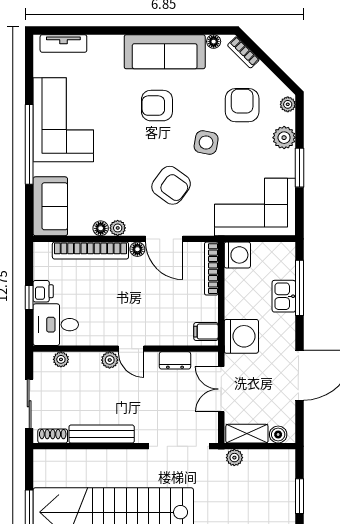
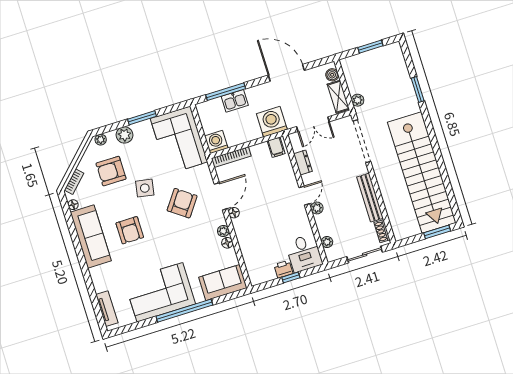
bookcase: (90, 251) -> (245, 245), removed

